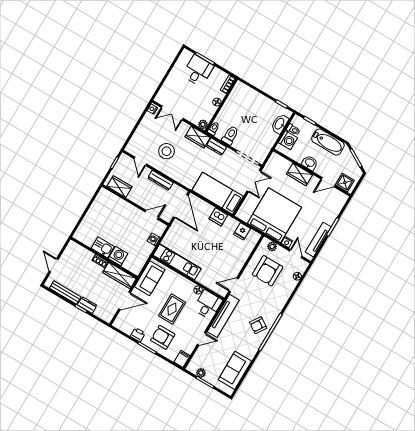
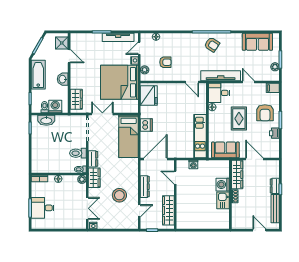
wardrobe: (299, 174) -> (76, 99), moved
wardrobe: (119, 187) -> (168, 210), width x1.50
fridge: (242, 231) -> (149, 95), width x1.88, depth x1.34
door: (54, 265) -> (259, 230), swing flipped
armchair: (268, 271) -> (165, 62), width x0.53, depth x0.53
rug: (172, 309) -> (239, 119), turned 90

